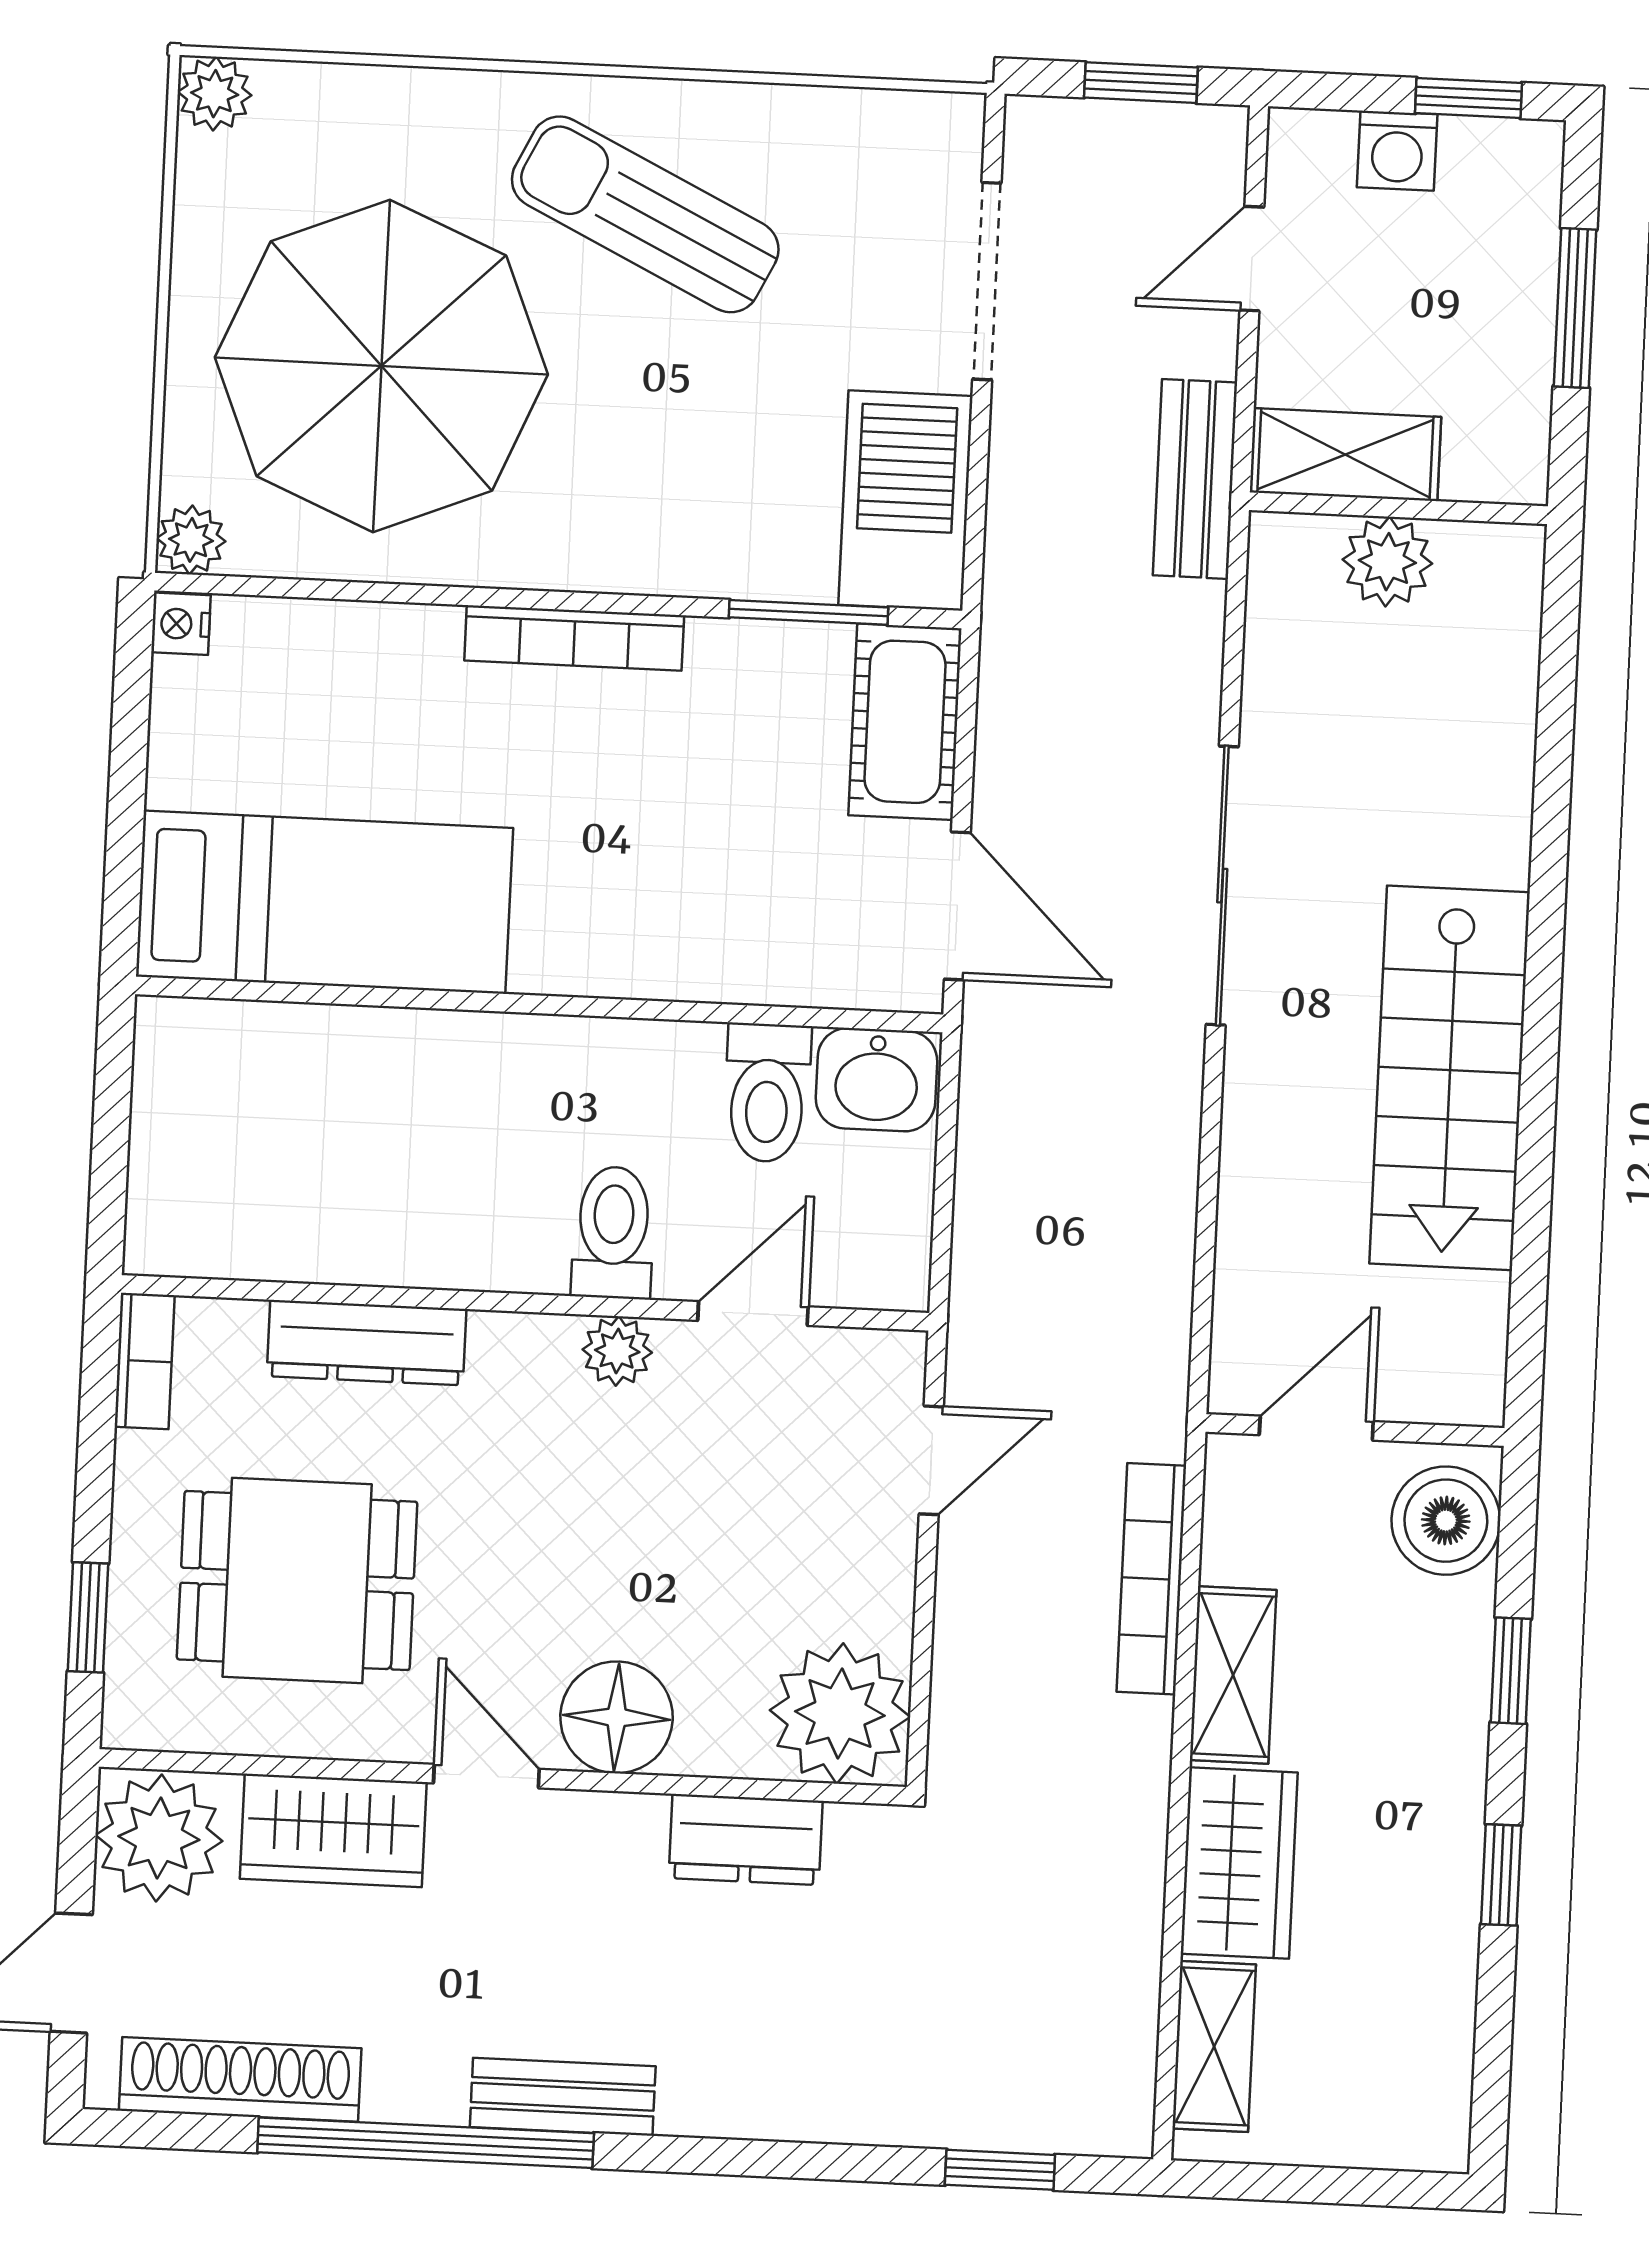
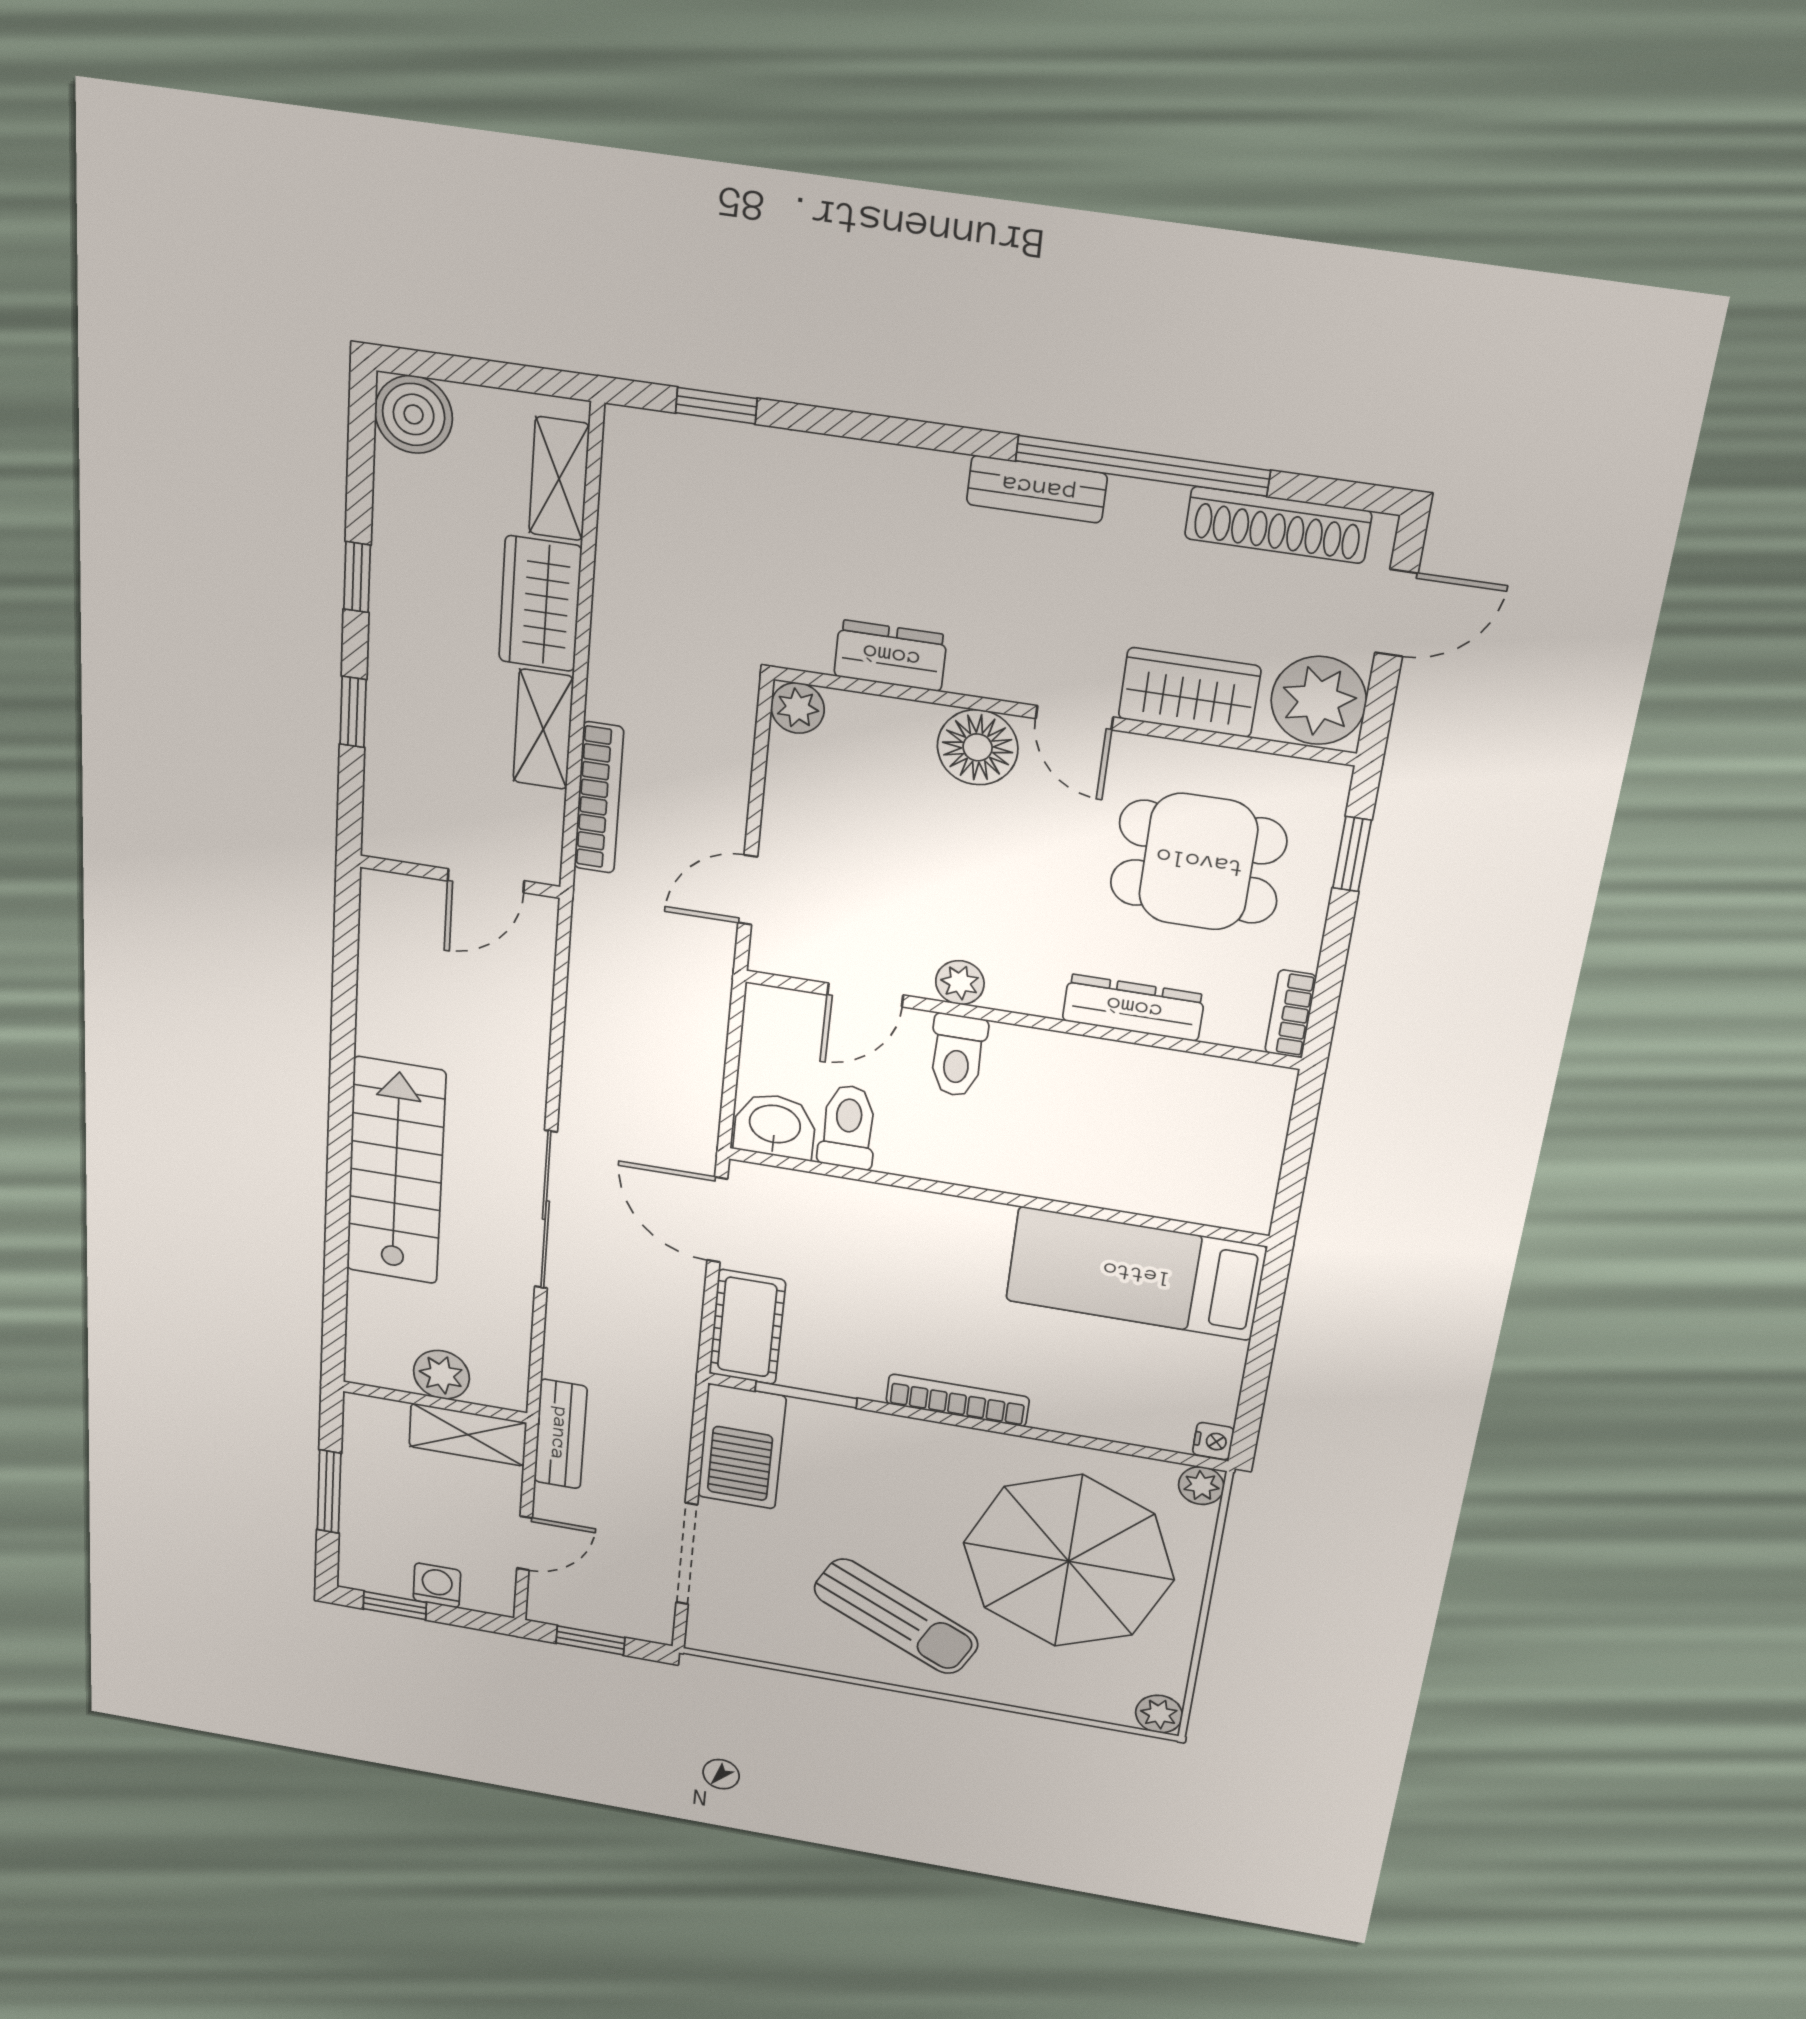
stairs: (1450, 1078) -> (396, 1171), moved
boiler: (1446, 1521) -> (414, 414), moved
plant: (840, 1713) -> (798, 708), width x0.53, depth x0.53

